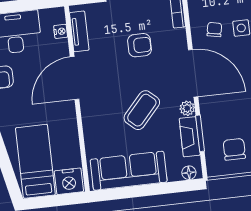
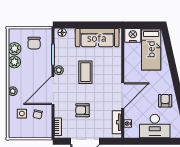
door: (193, 73) -> (53, 90), hinge flipped
coffee table: (142, 110) -> (85, 72), turned -42
fireplace: (190, 137) -> (59, 53), removed

